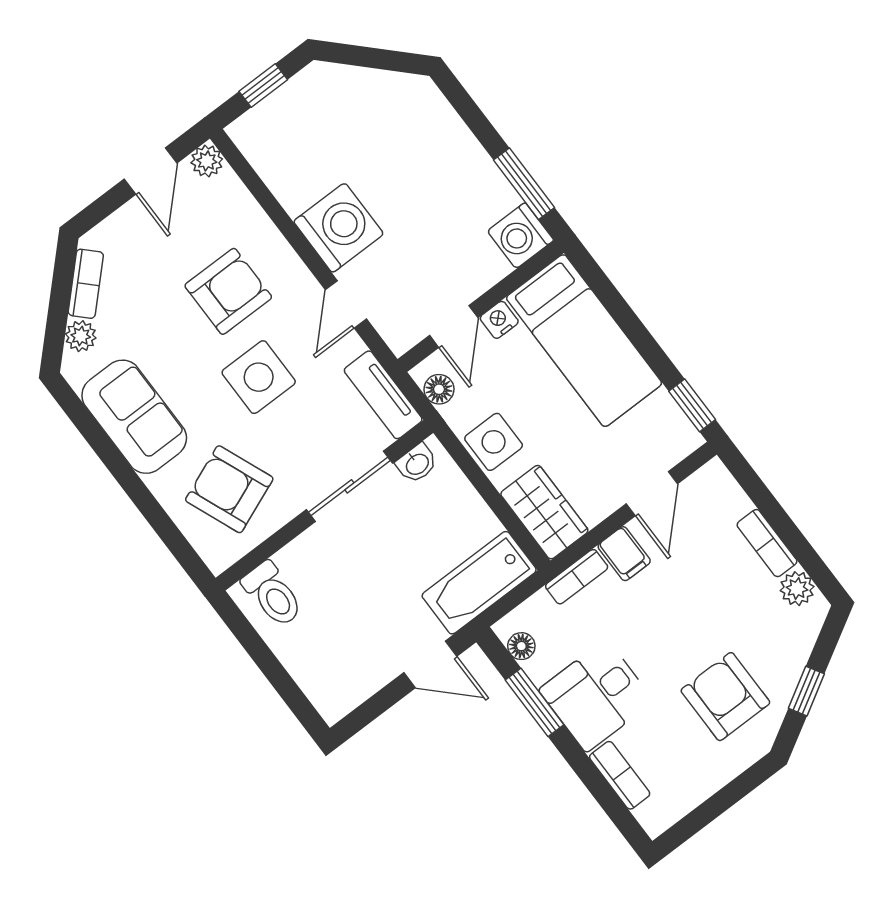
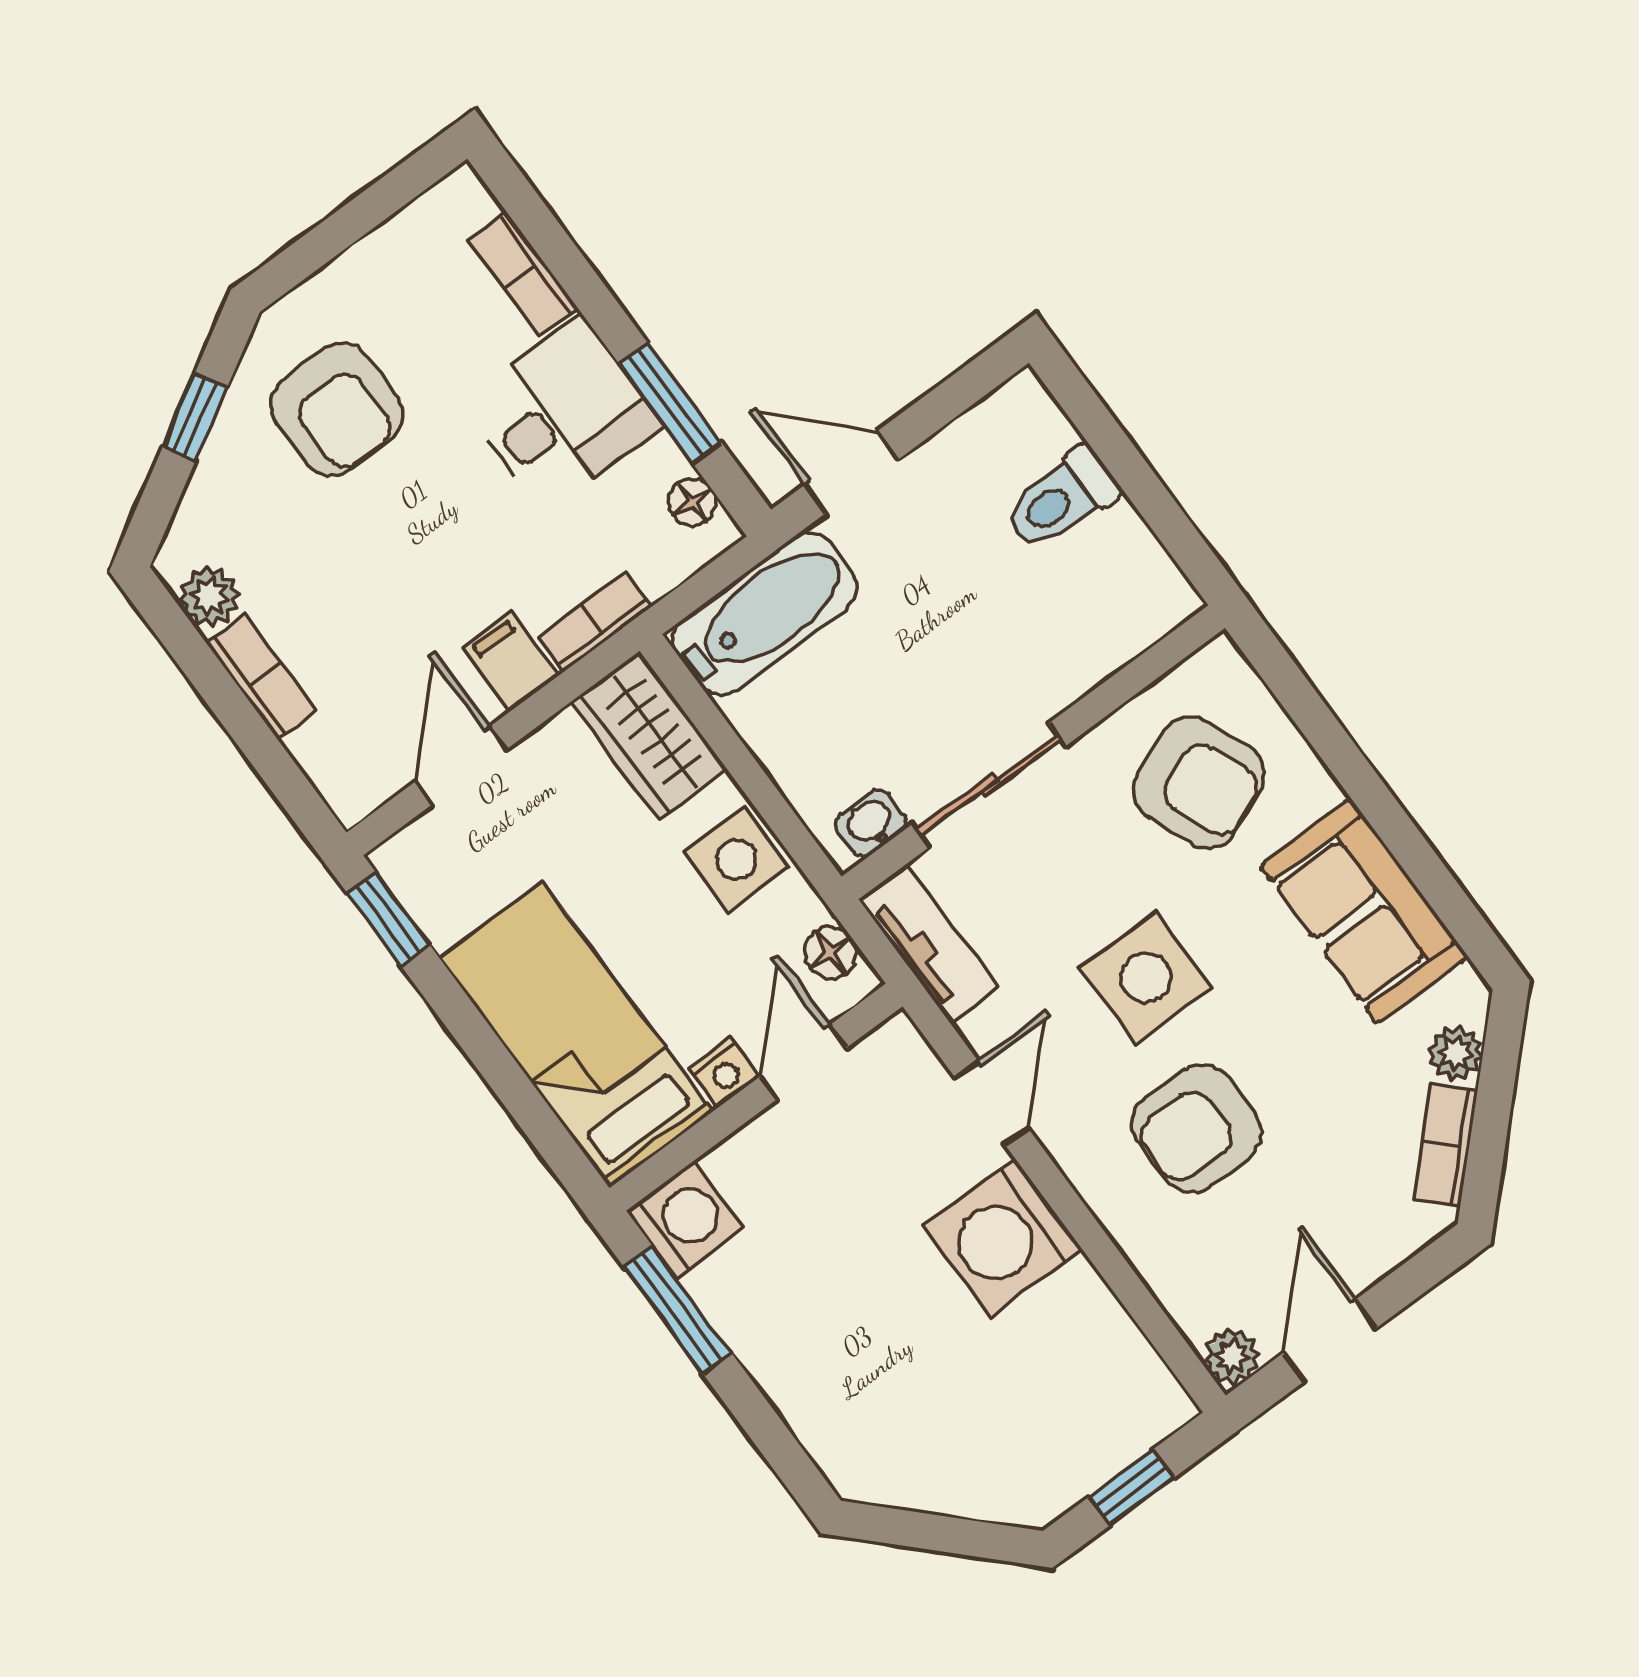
toilet: (273, 594) -> (1061, 499), moved, turned -90

